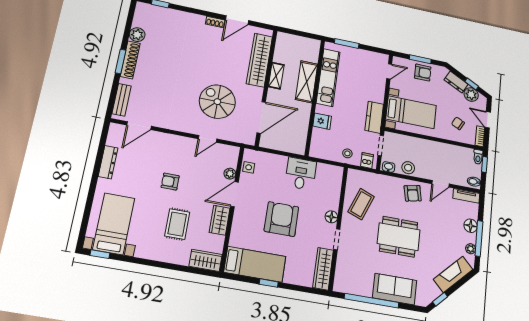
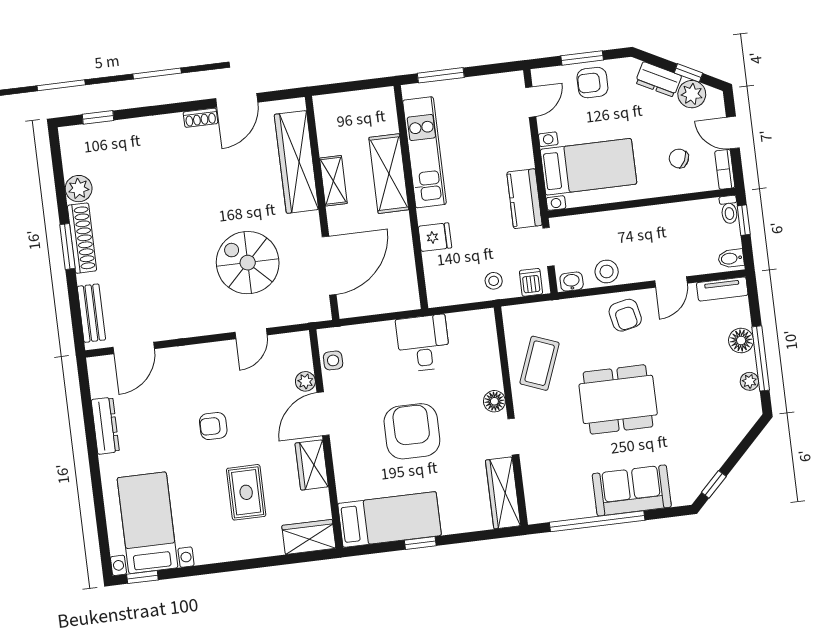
armchair: (423, 72) -> (592, 83), turned 180
fireplace: (453, 274) -> (728, 435), removed

